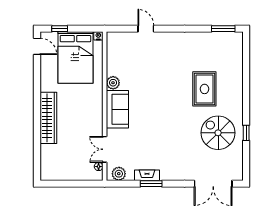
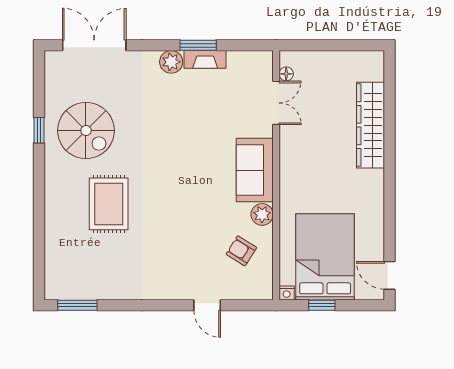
window: (60, 29) -> (322, 305), moved
armchair: (125, 61) -> (241, 251), added
wardrobe: (48, 118) -> (370, 125), moved
plant: (119, 174) -> (171, 62), moved

